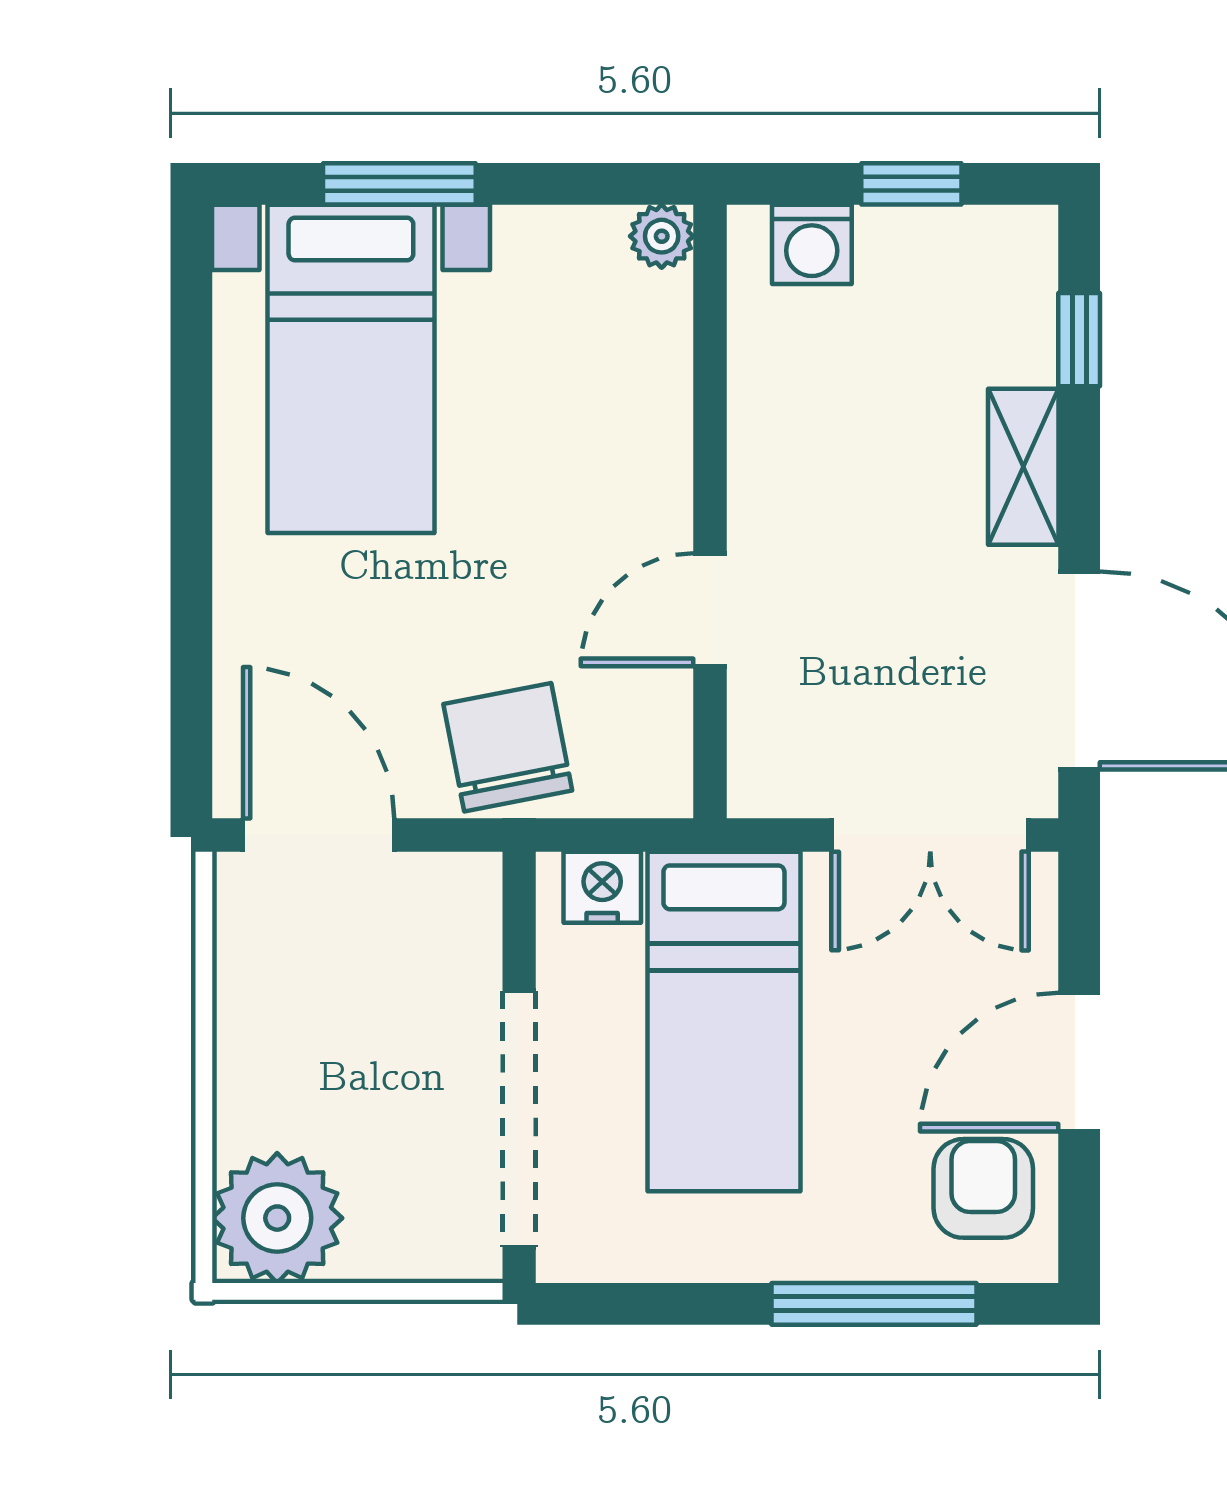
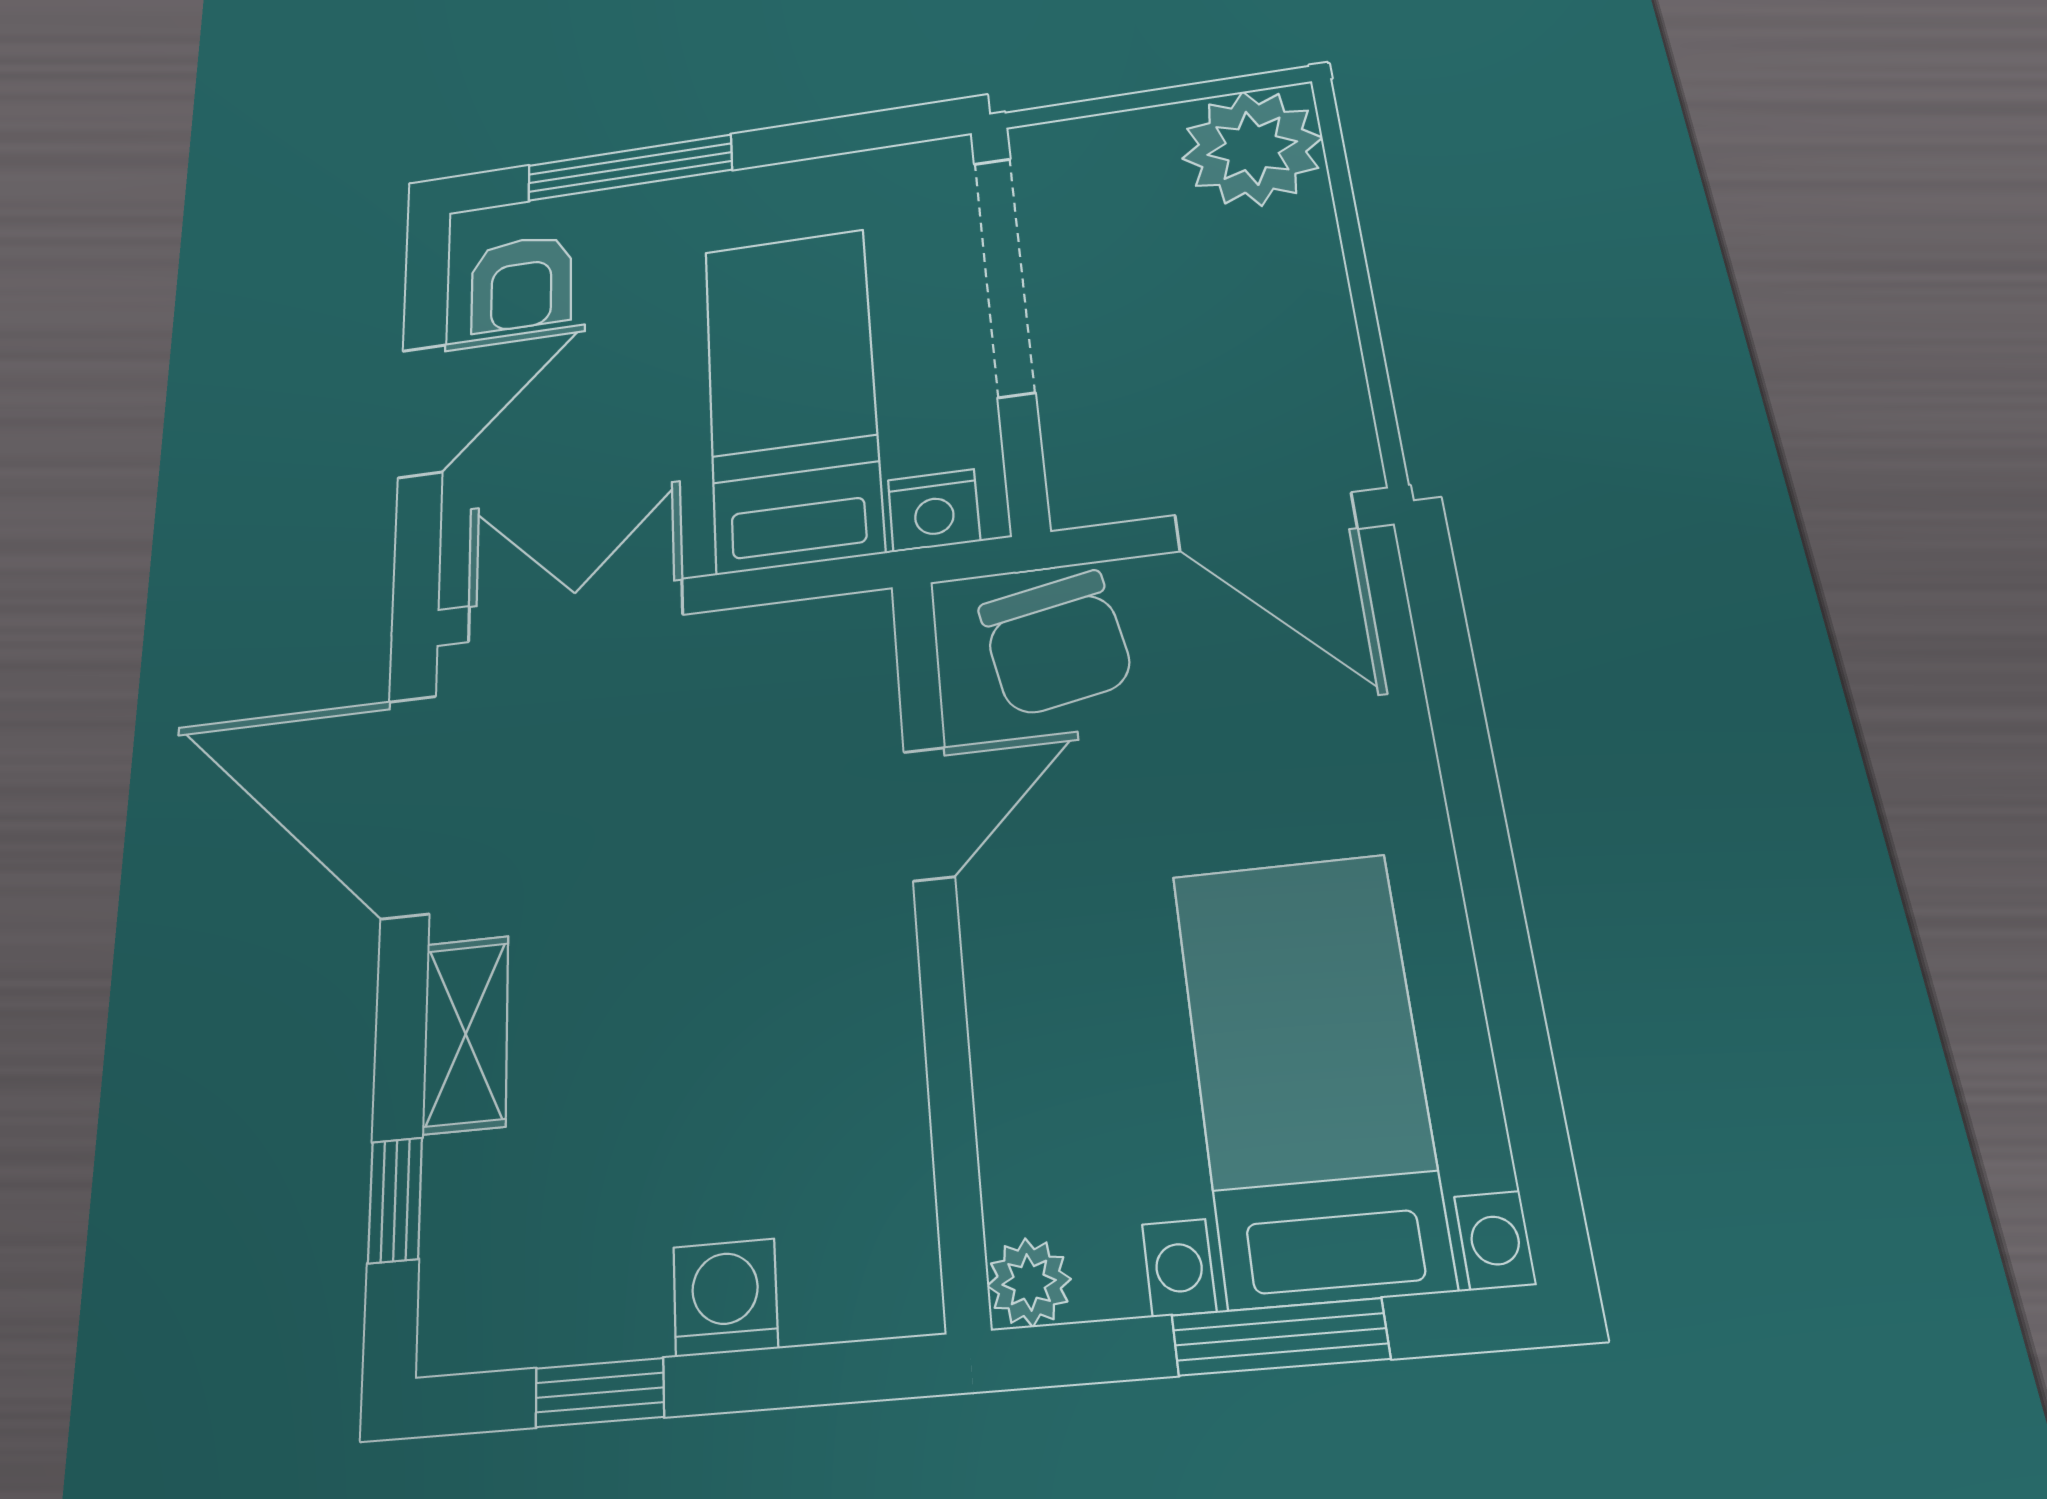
plant: (662, 236) -> (1029, 1282), moved
wall: (710, 512) -> (938, 930), moved
door: (710, 610) -> (929, 814), moved

